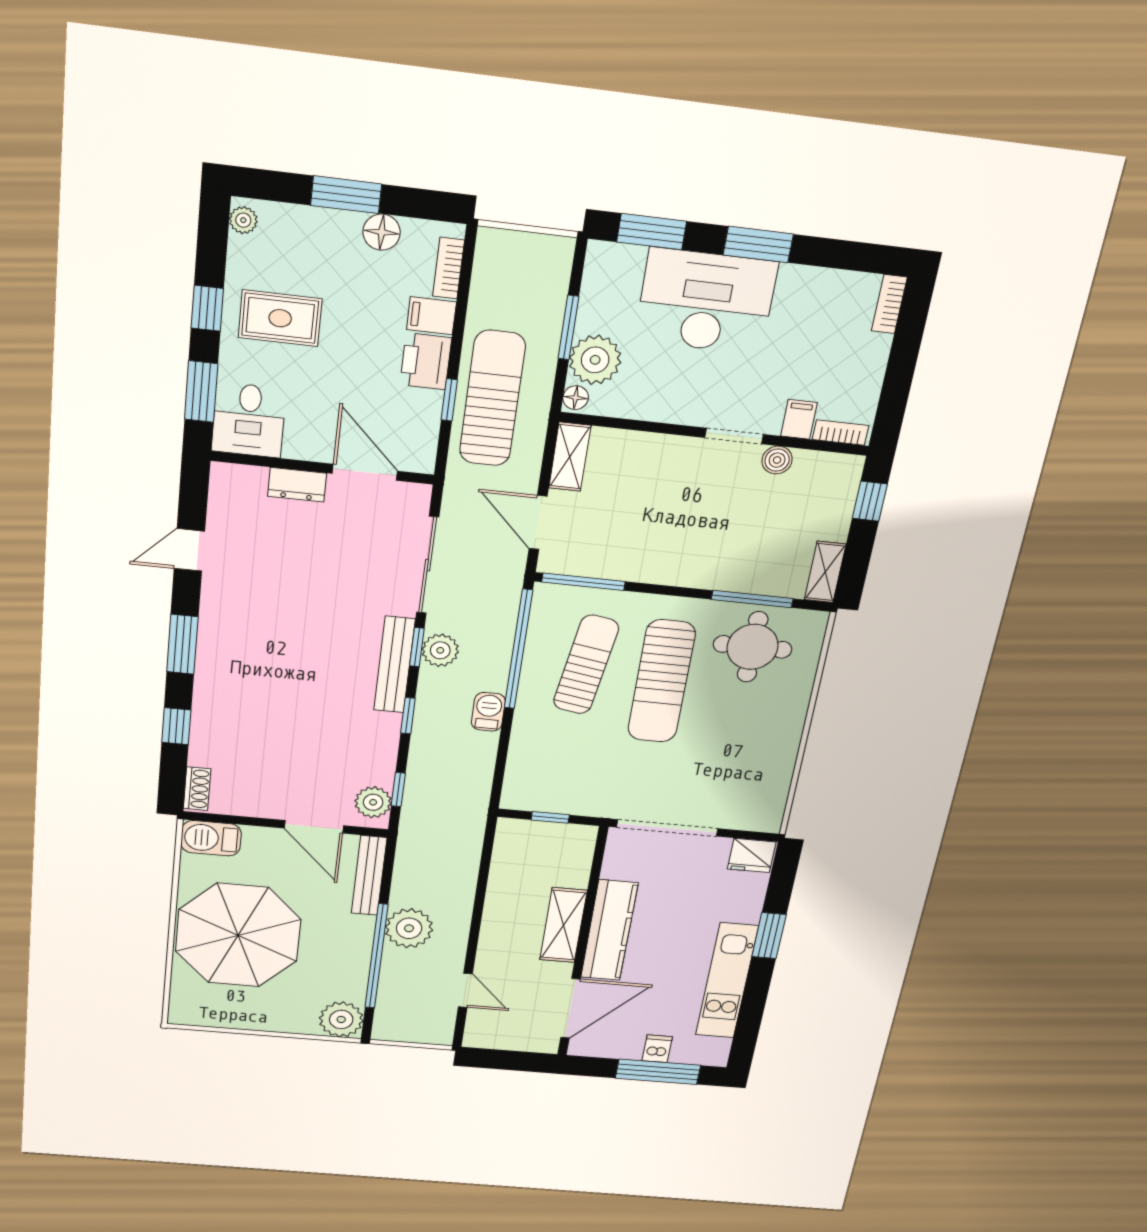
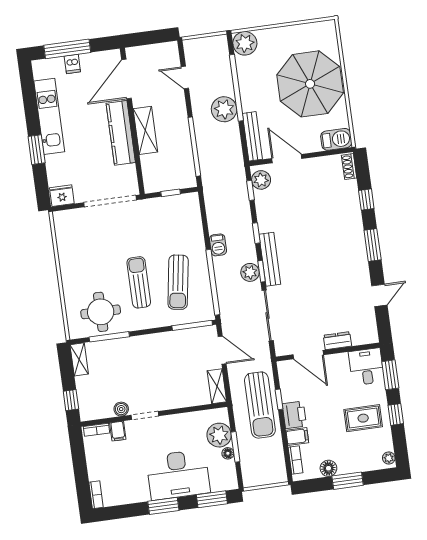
floor lamp: (576, 398) -> (228, 453), moved
sun lounger: (661, 681) -> (139, 282), width x0.73, depth x0.75
window: (482, 882) -> (194, 147), added

